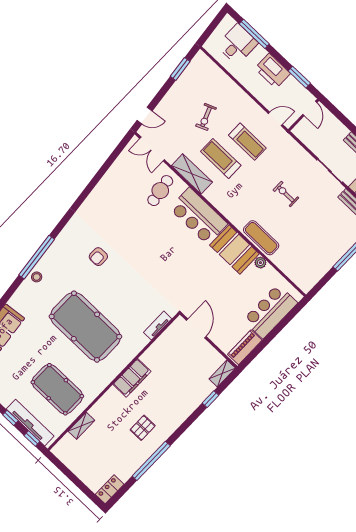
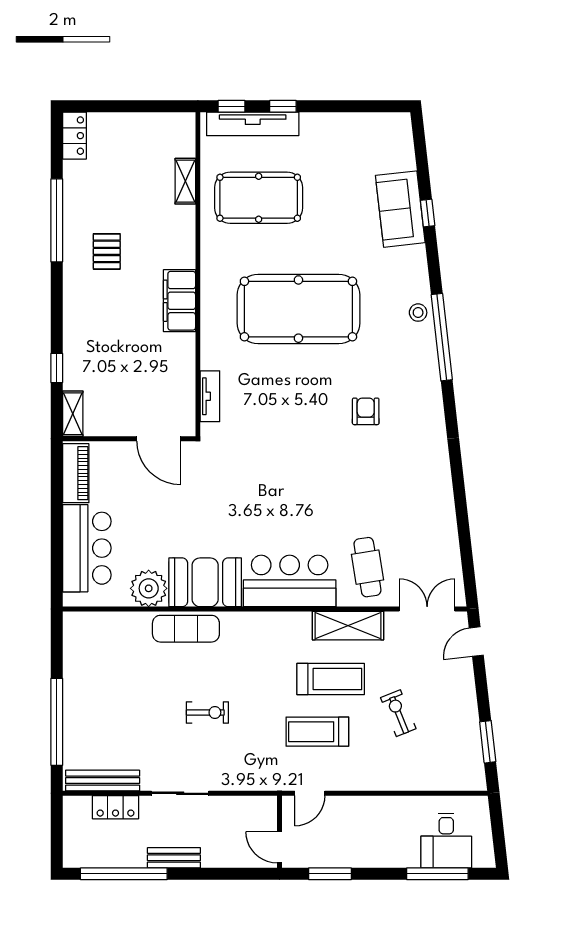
printer: (273, 71) -> (370, 849), removed
plant: (260, 263) -> (149, 588), width x1.88, depth x1.88

